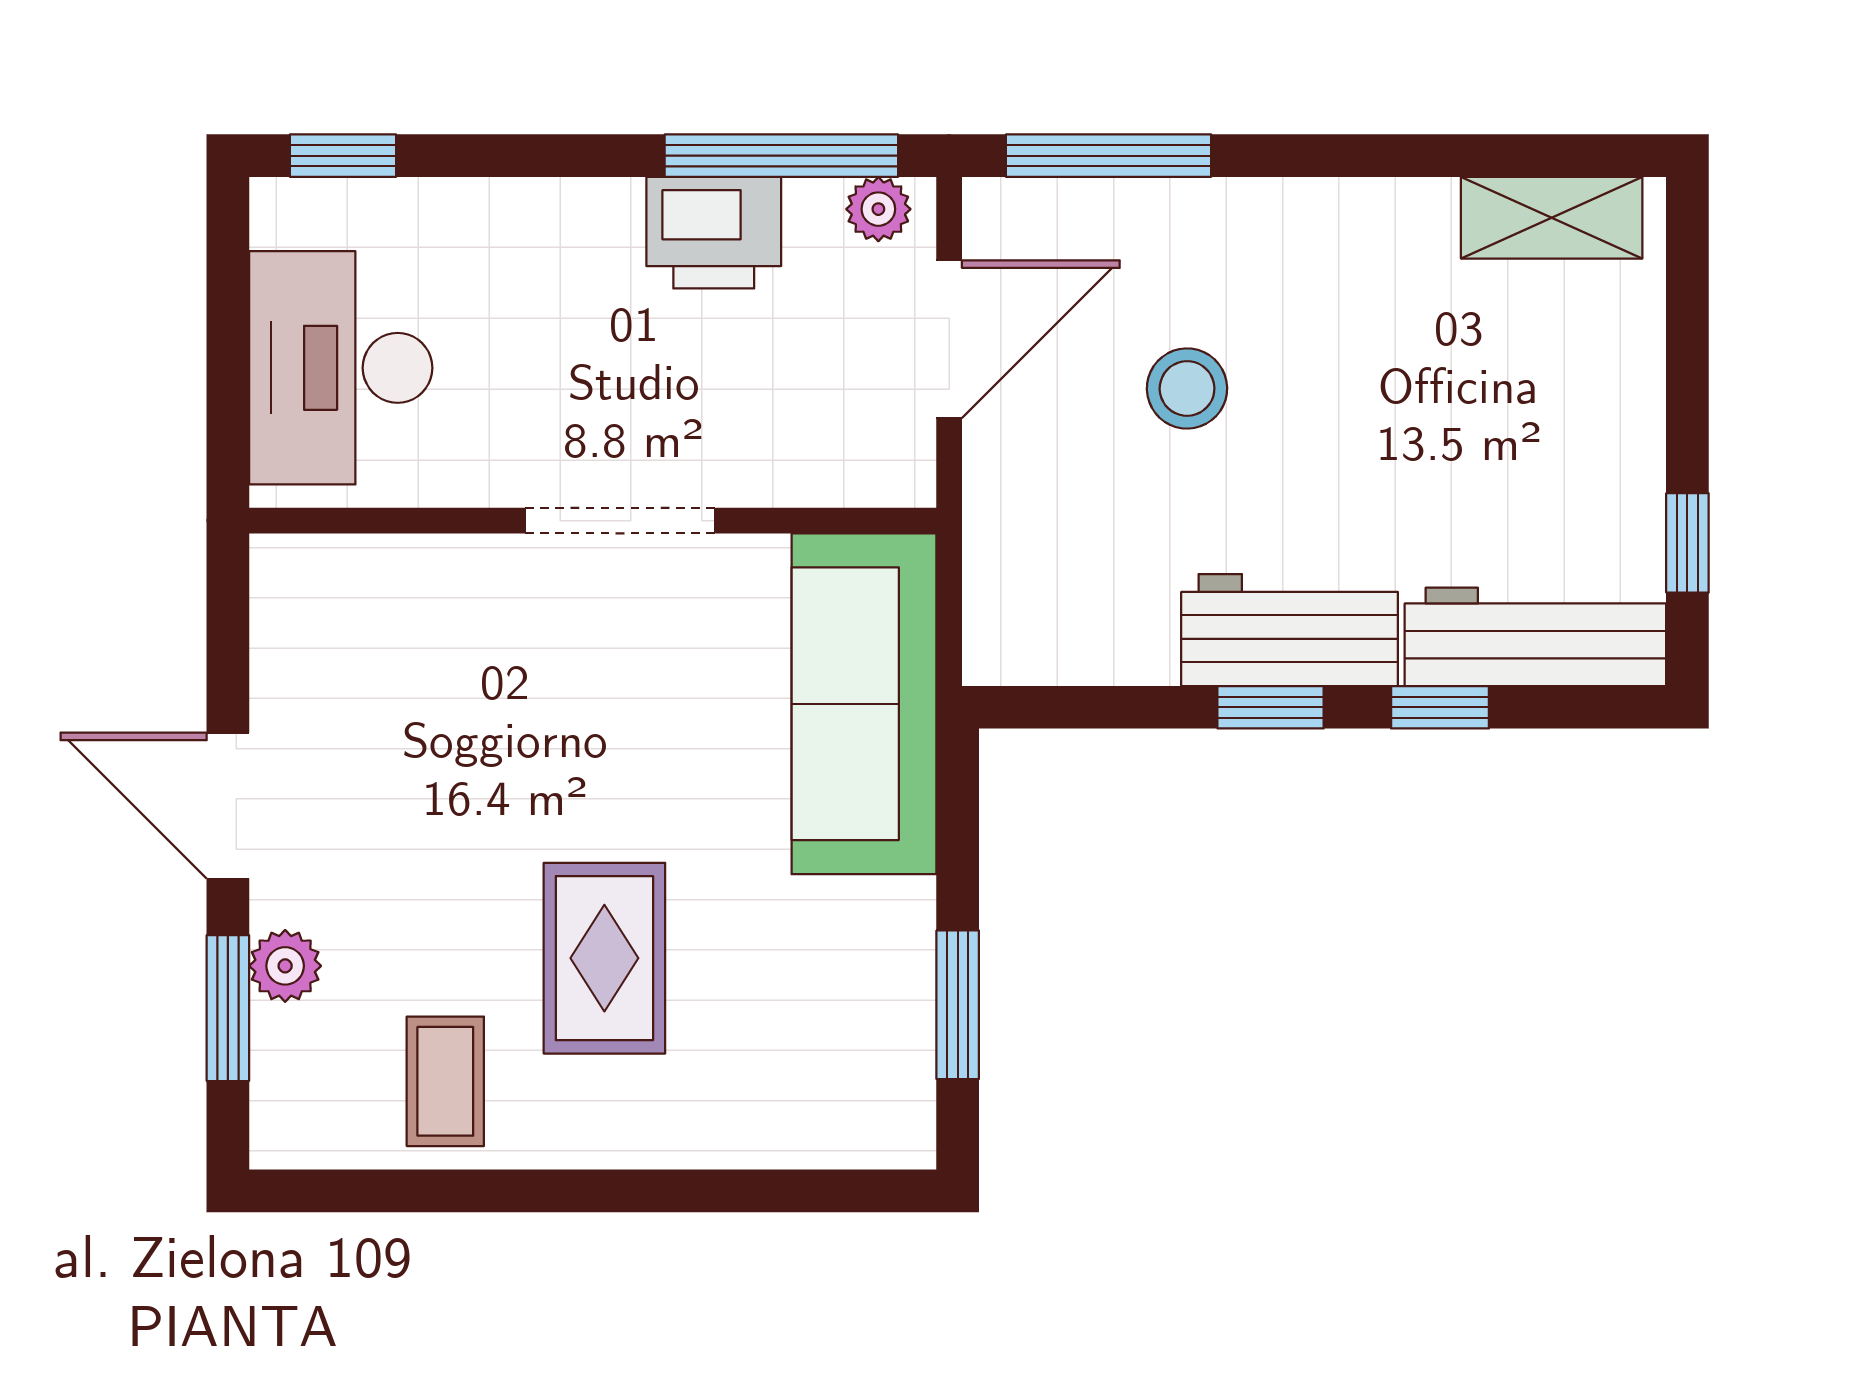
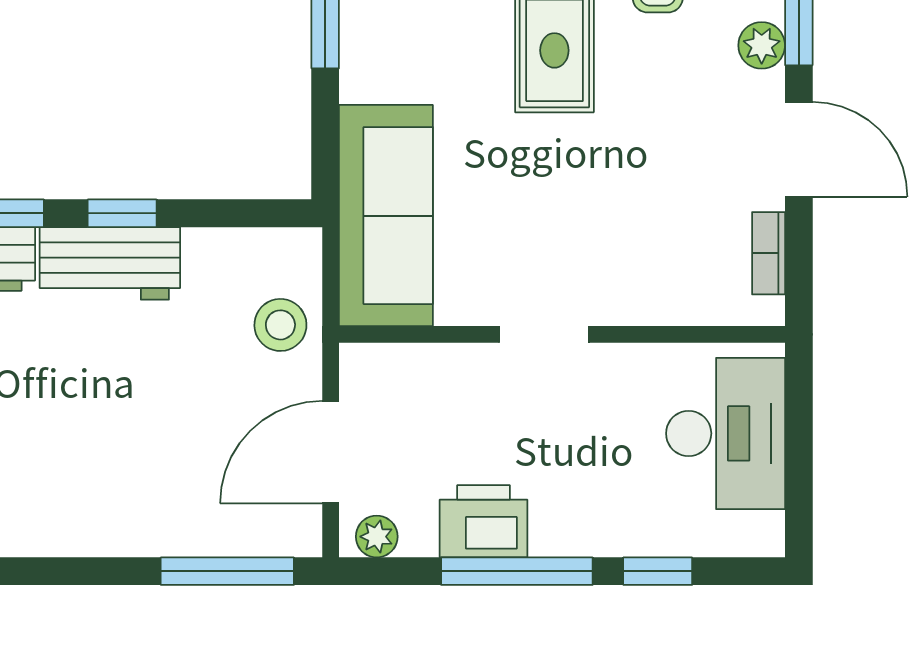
window: (343, 156) -> (658, 571), moved
window: (781, 156) -> (517, 571), moved
stool: (1187, 388) -> (280, 325), moved
doorway: (620, 521) -> (544, 334), width x0.73
bookcase: (275, 646) -> (769, 253), added

